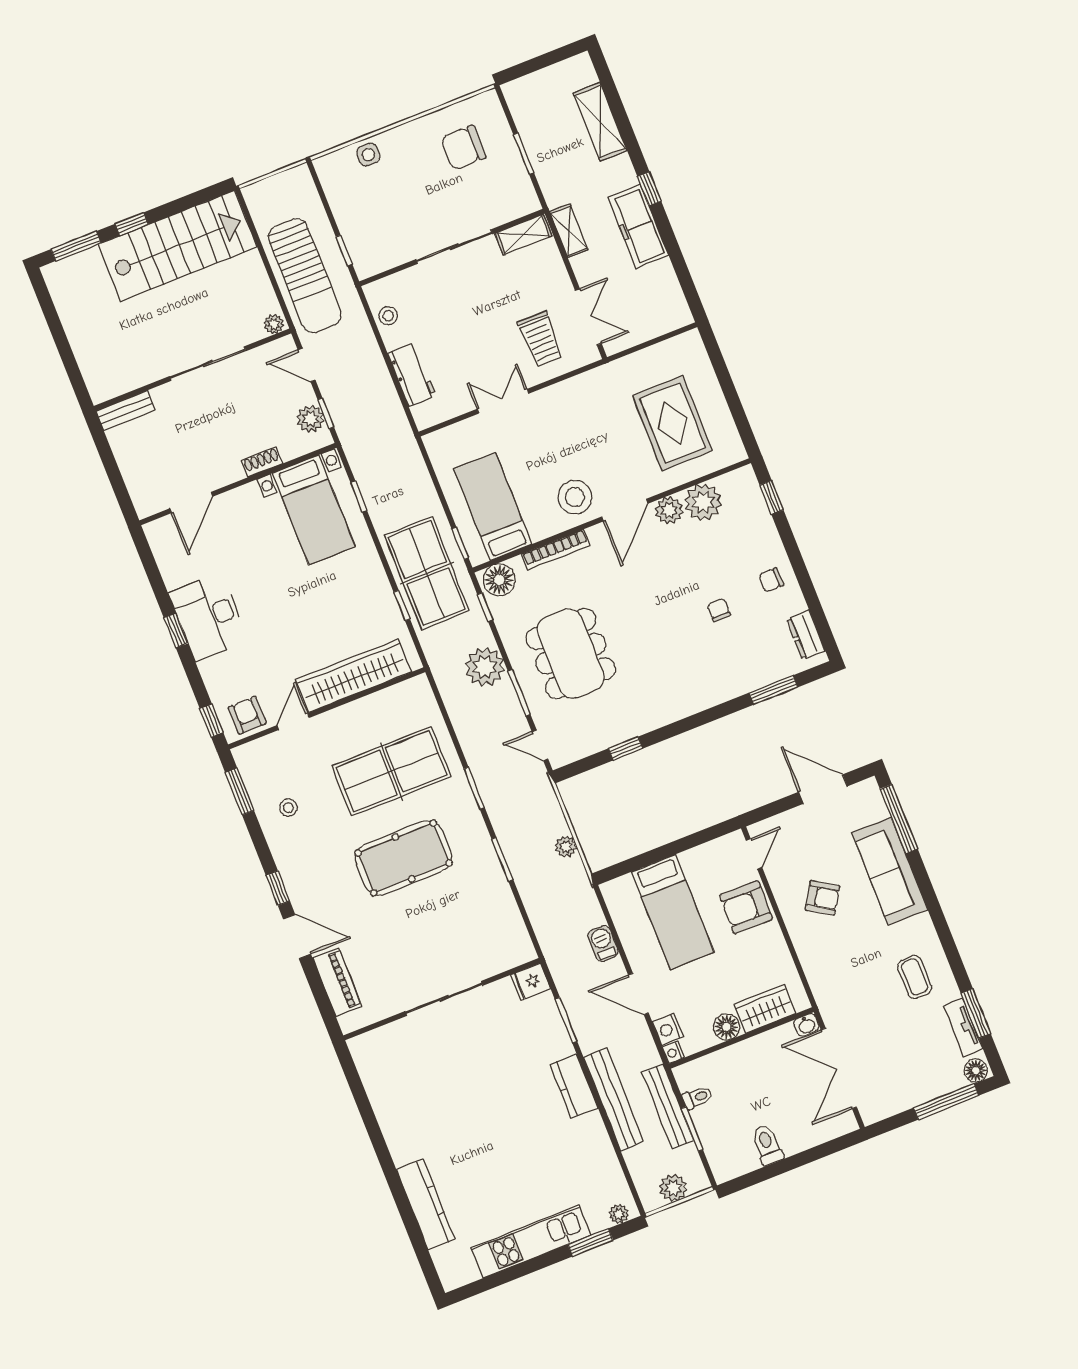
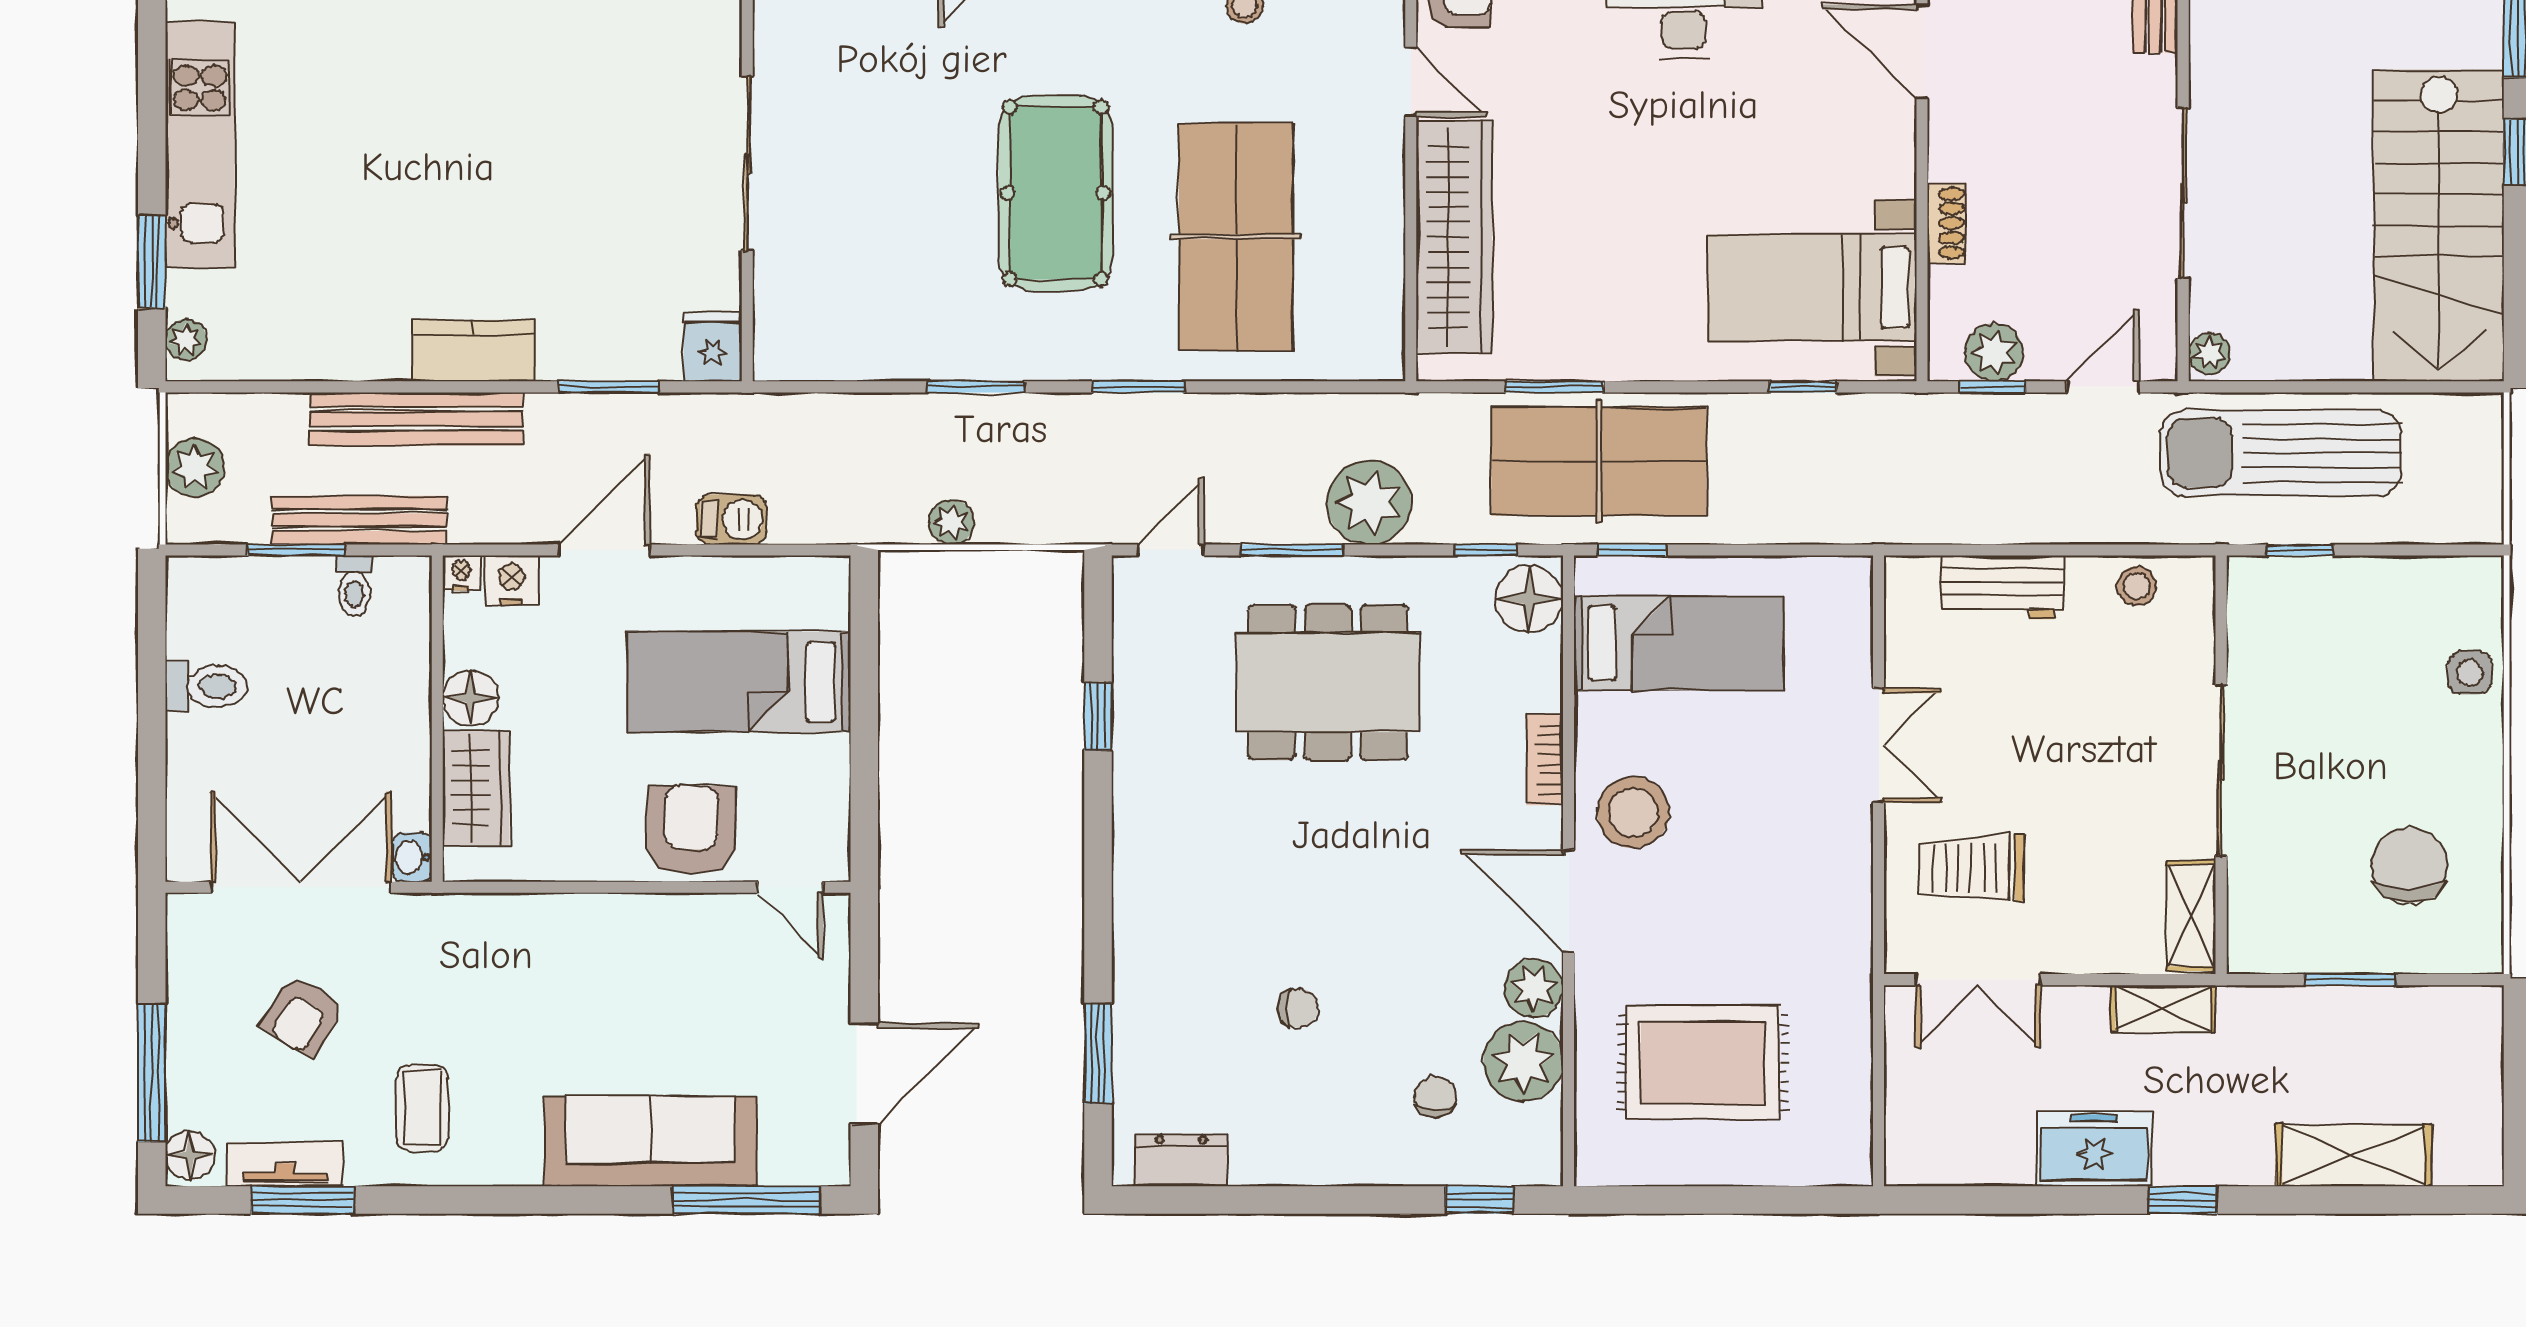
freezer: (638, 226) -> (2094, 1149), width x0.71
bookcase: (556, 550) -> (1545, 759), width x0.64
chair: (771, 580) -> (1435, 1097), moved
window: (402, 605) -> (1555, 387), width x1.50
armchair: (822, 898) -> (303, 1016), moved
coffee table: (915, 977) -> (422, 1108), turned 90

